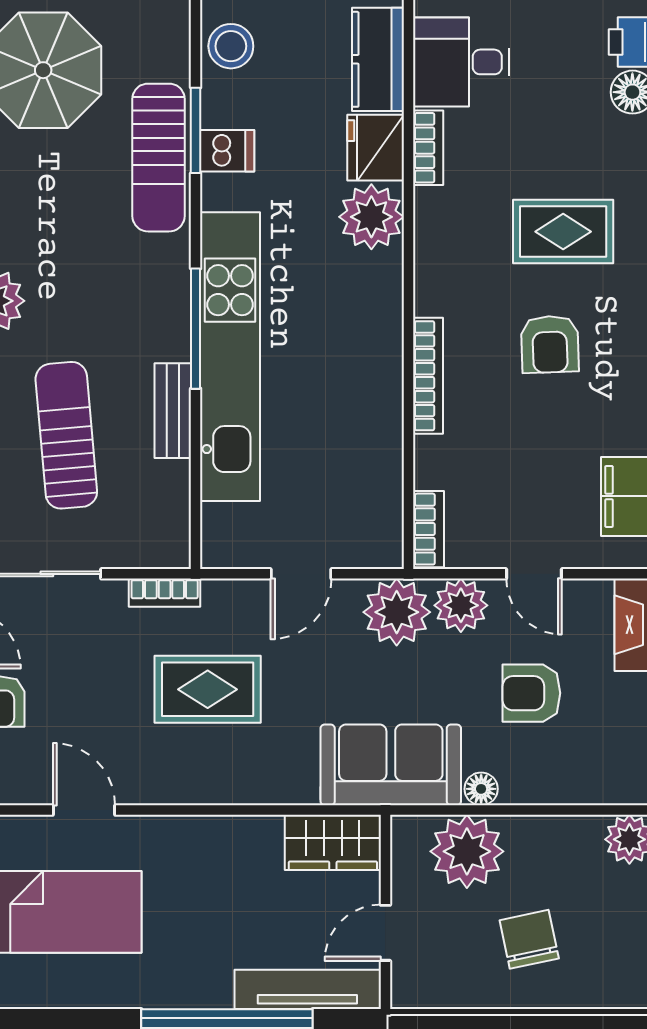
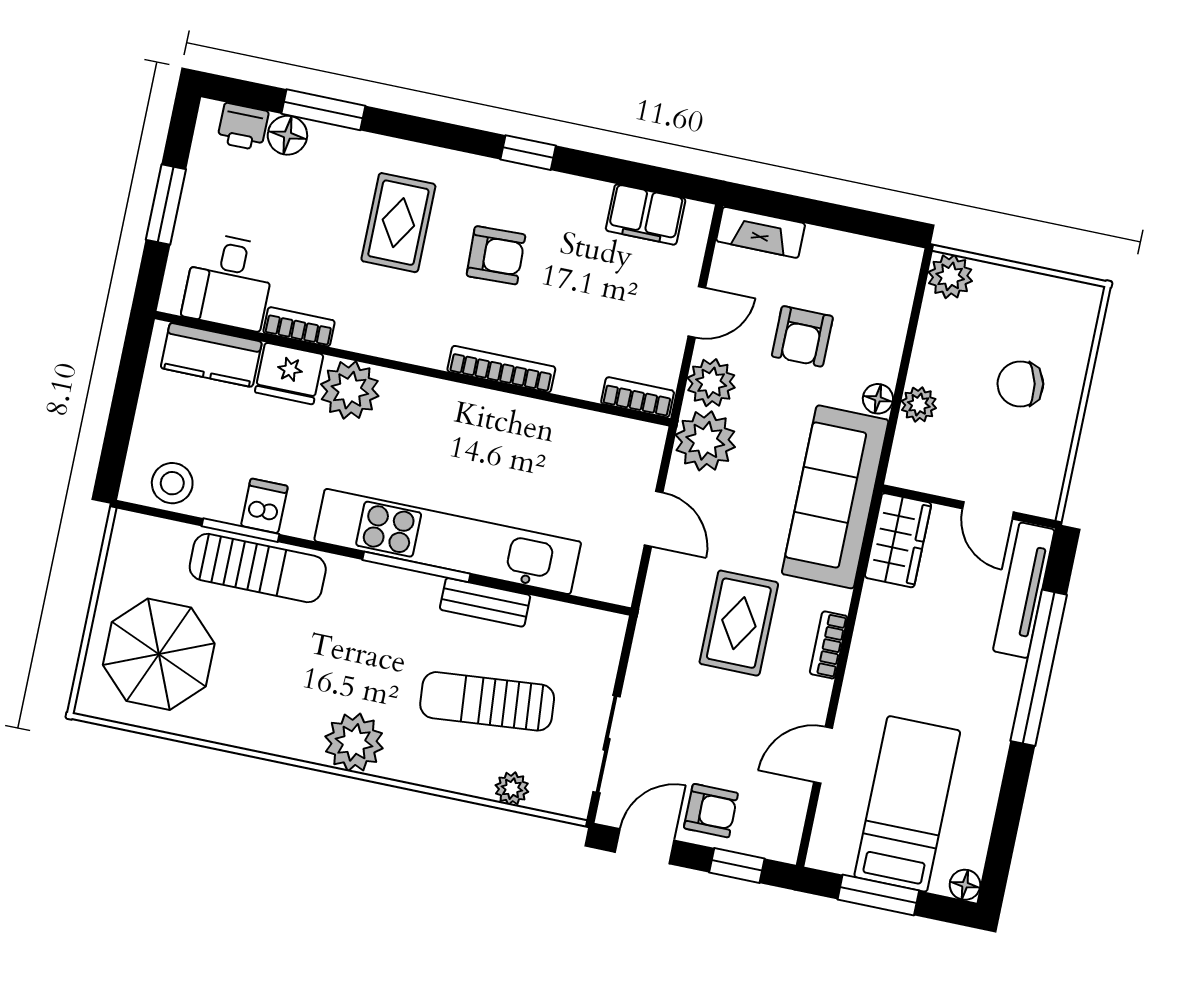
bookcase: (165, 593) -> (829, 645), moved, turned 180
sofa: (391, 765) -> (835, 497), width x1.36
plant: (467, 851) -> (919, 404), width x0.53, depth x0.53

